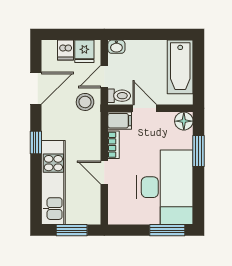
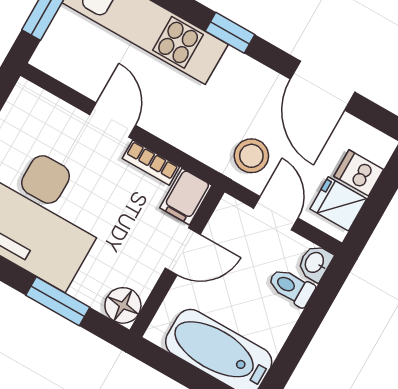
toilet: (119, 96) -> (291, 287), moved, turned 90
door: (104, 172) -> (113, 120), hinge flipped

